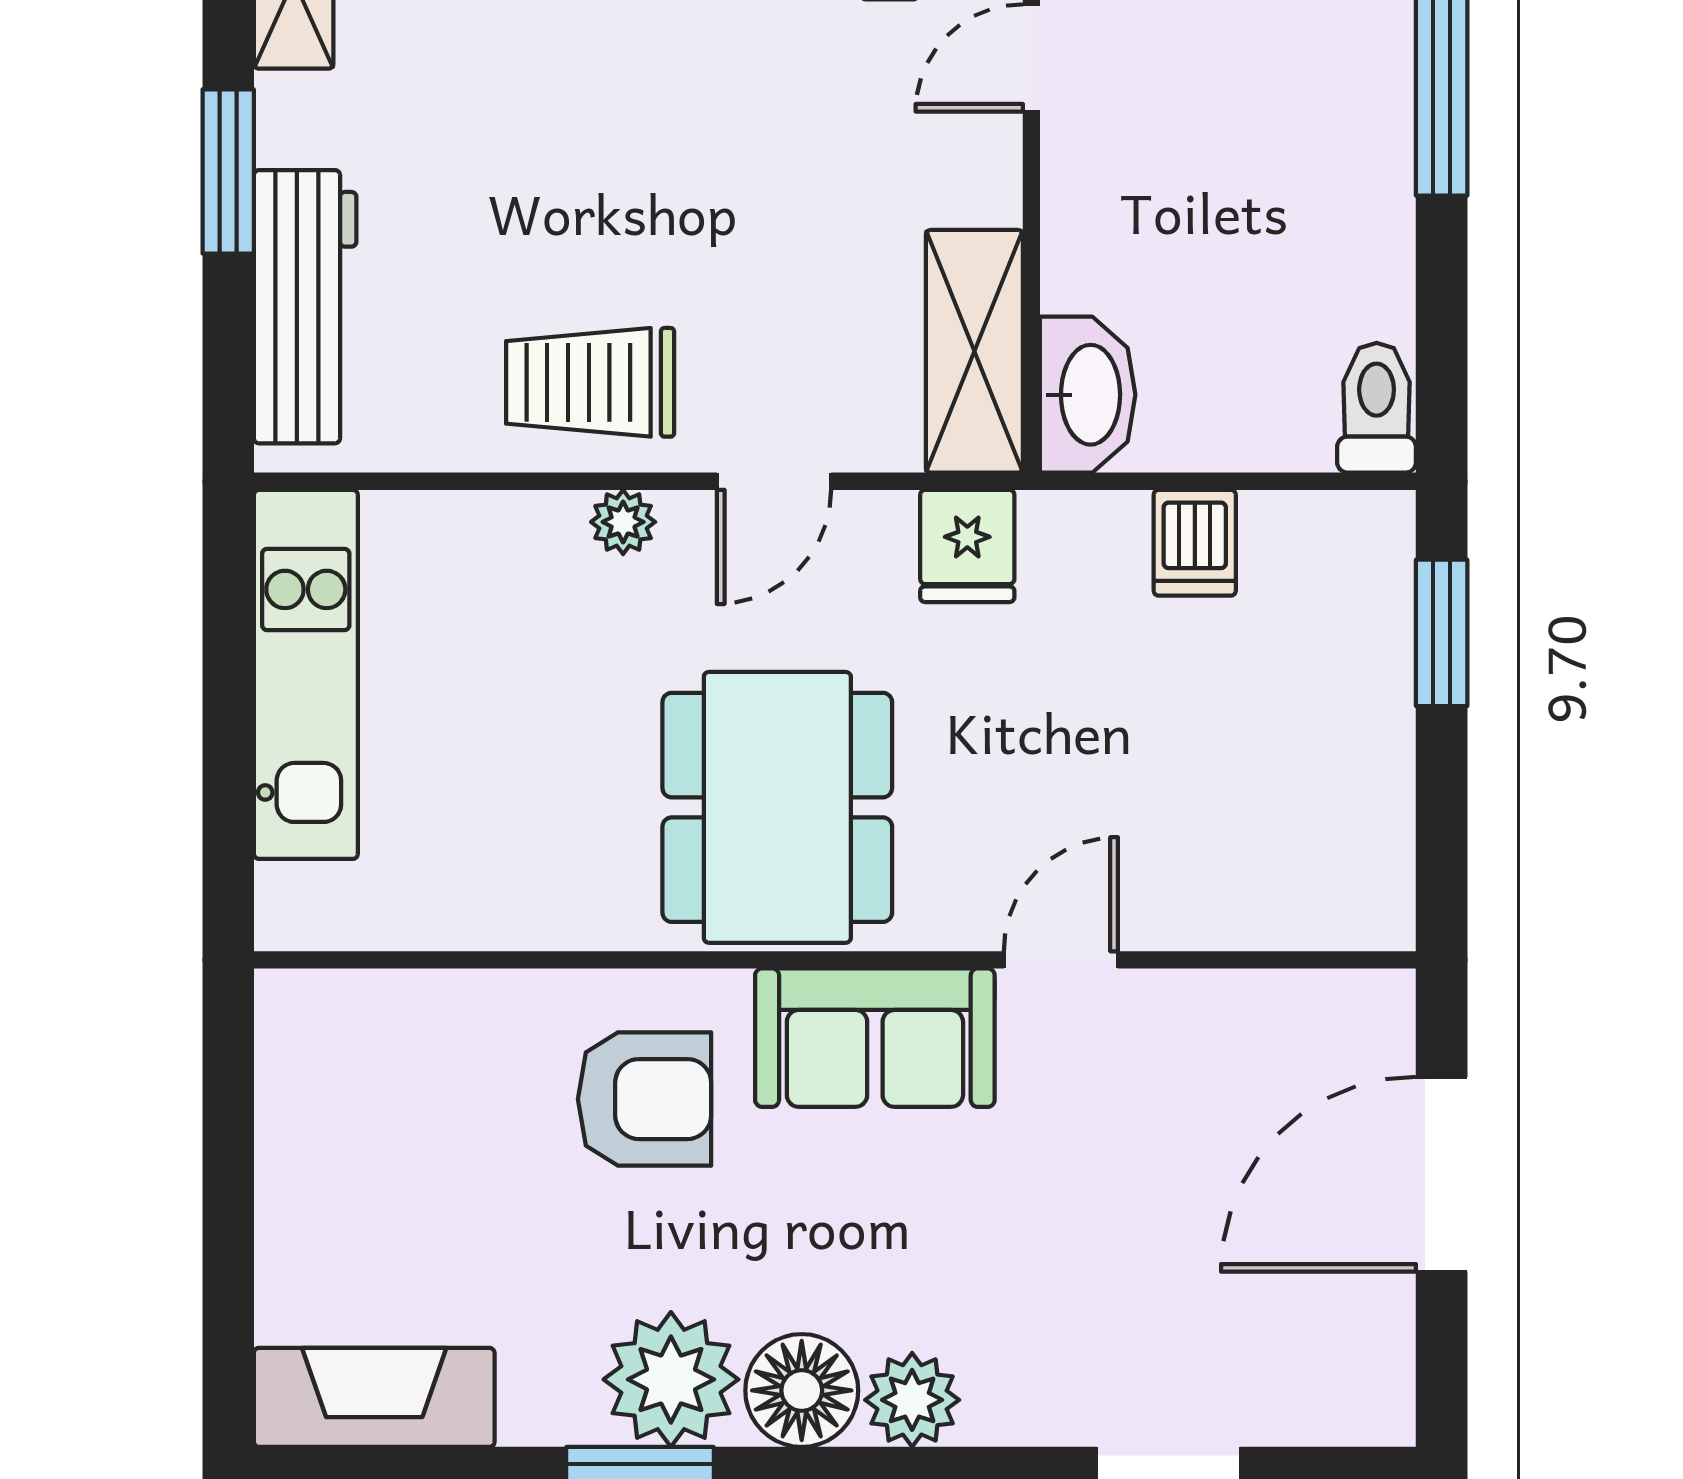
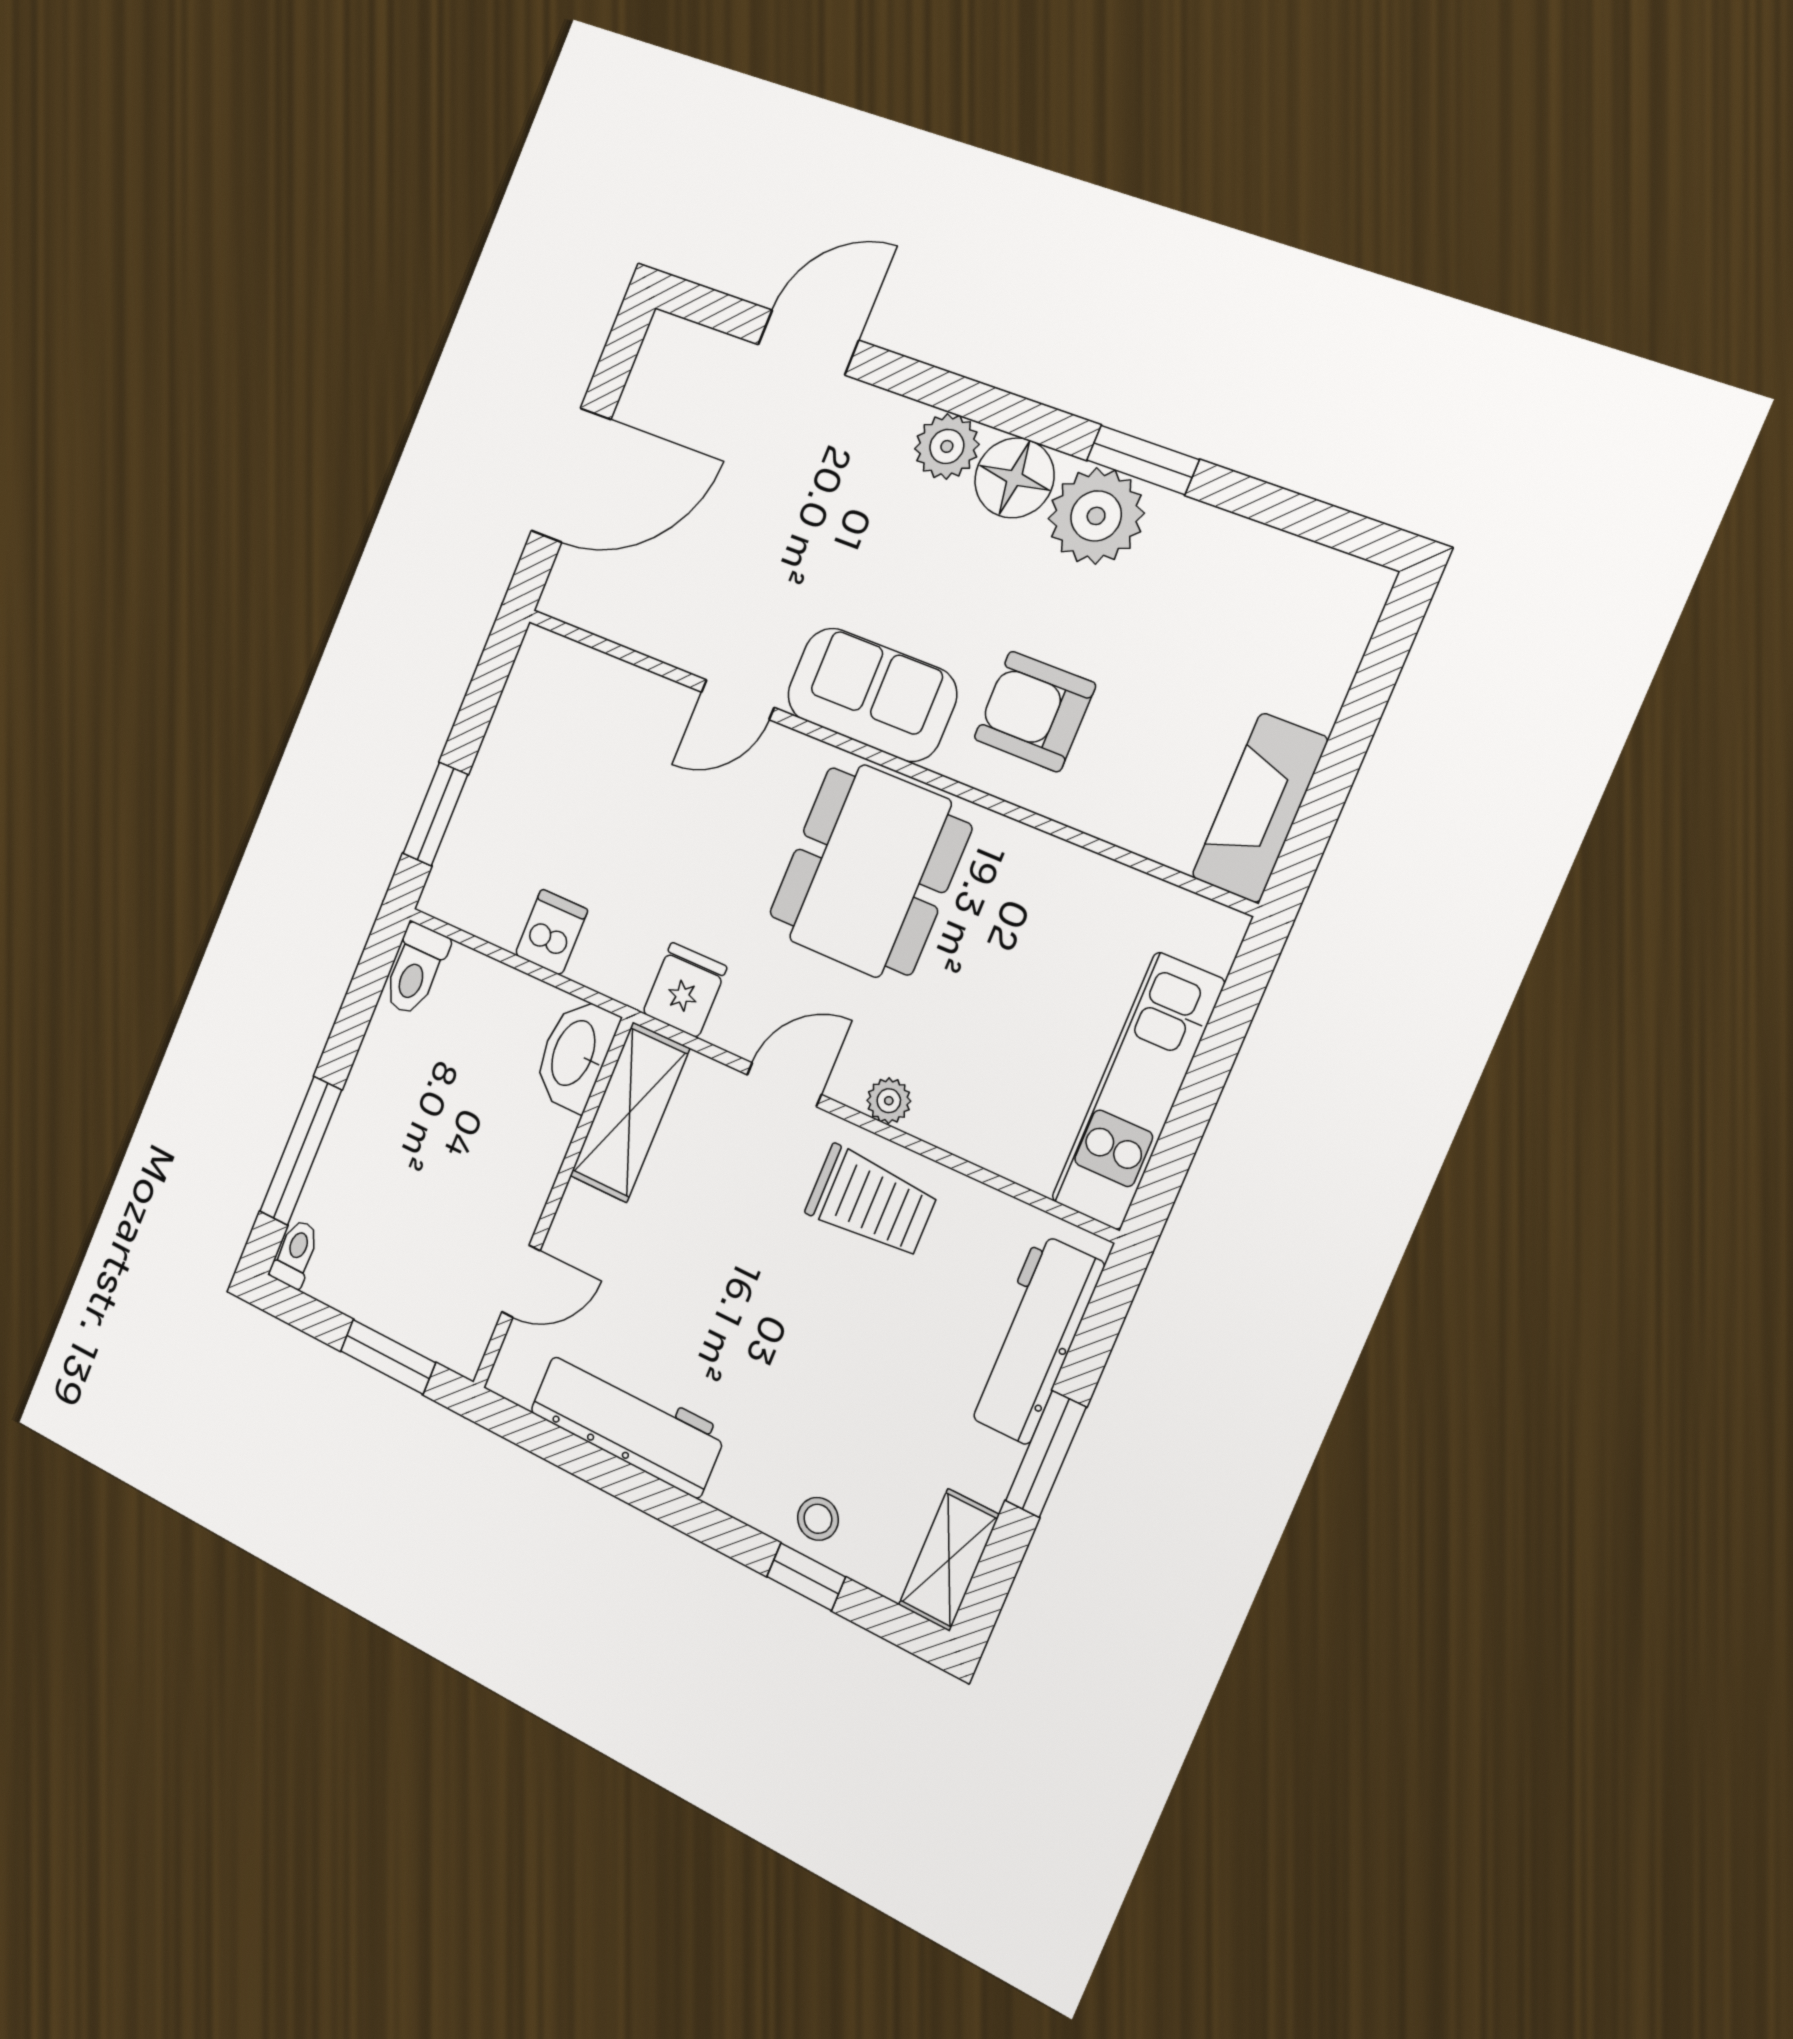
fireplace: (374, 1397) -> (1260, 808), moved, turned 90

